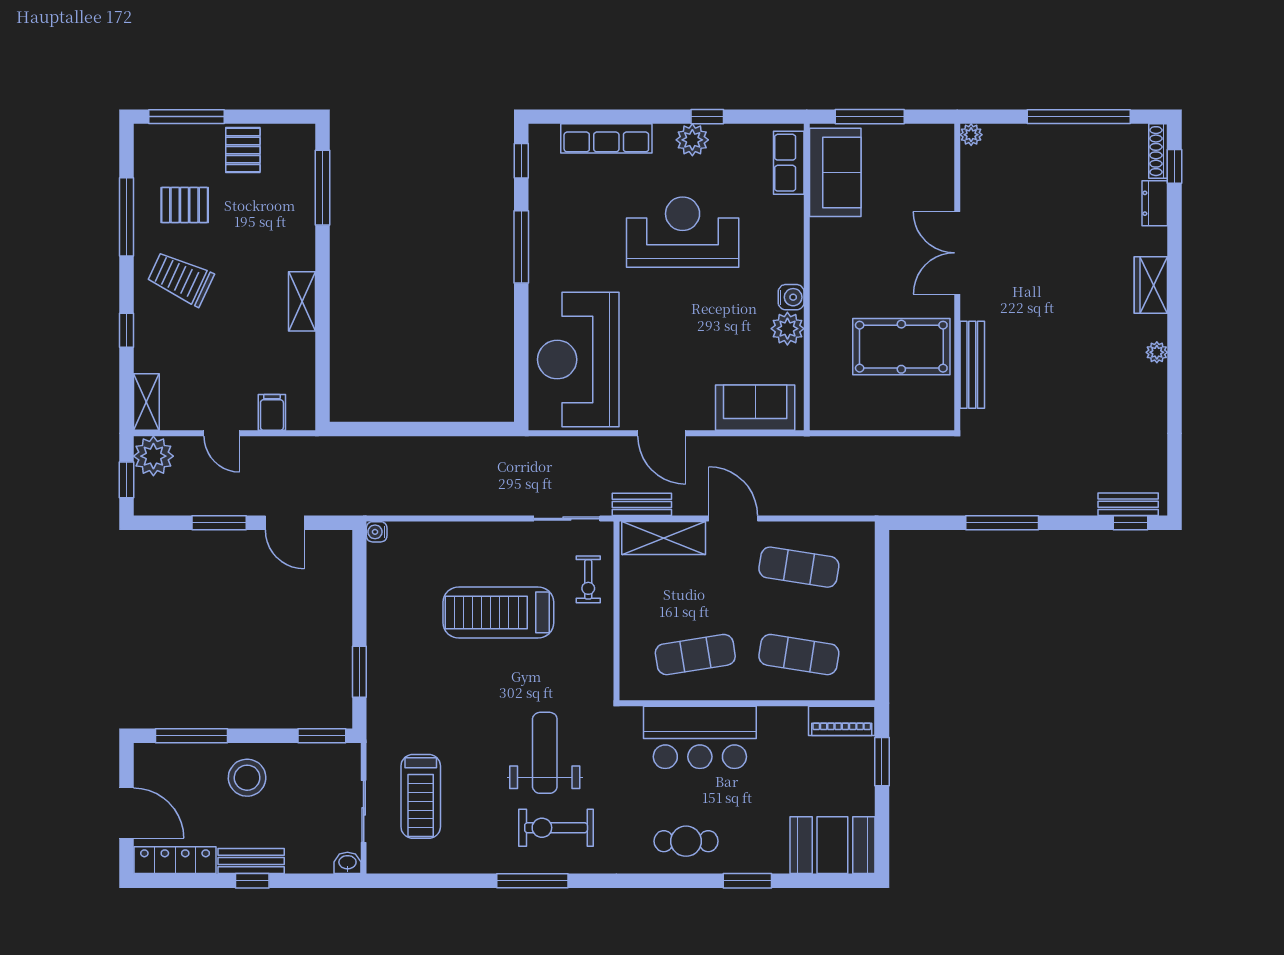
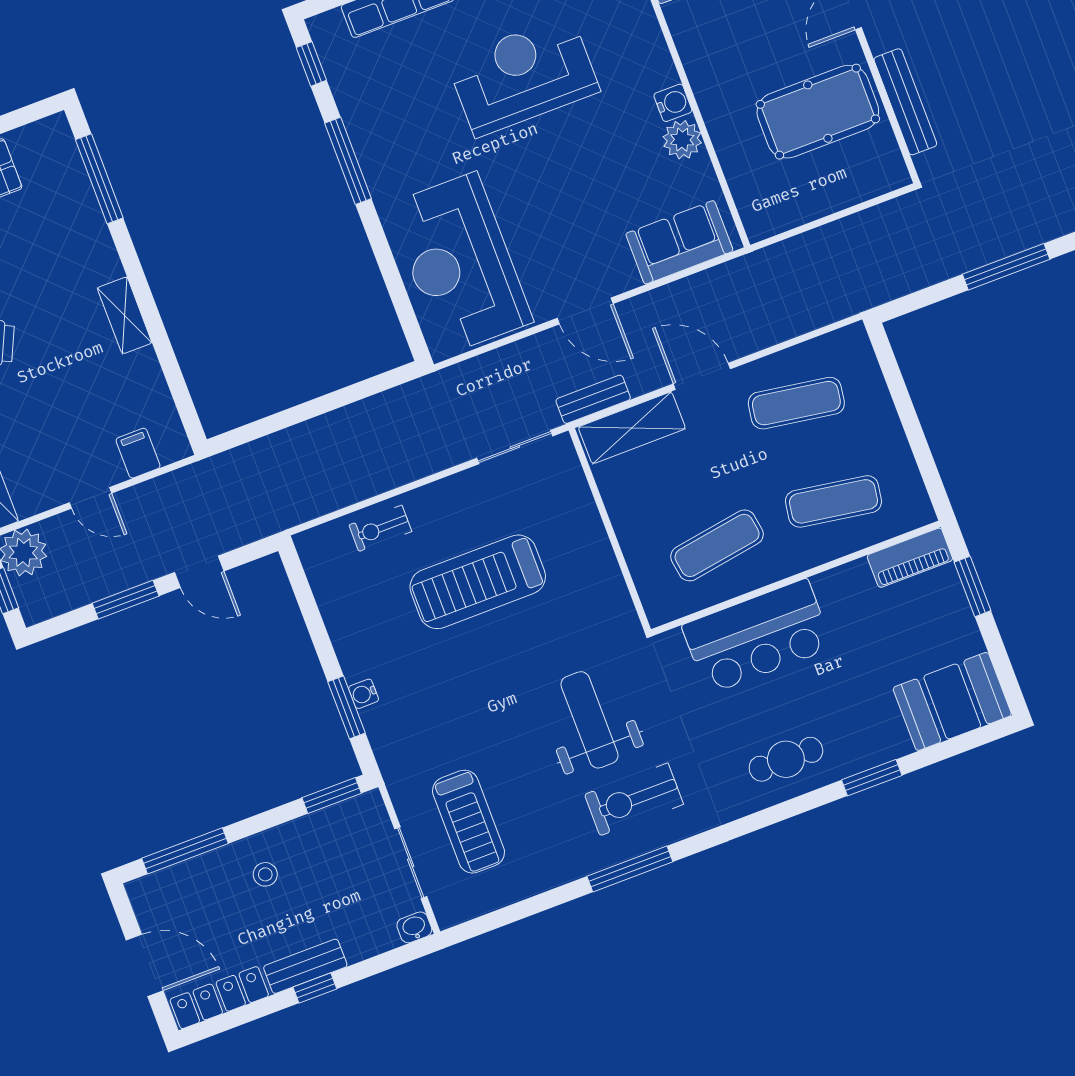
water cooler: (377, 532) -> (364, 694), moved
exercise bike: (588, 579) -> (380, 528), moved, turned 90
stool: (247, 778) -> (265, 874), width x0.53, depth x0.53

